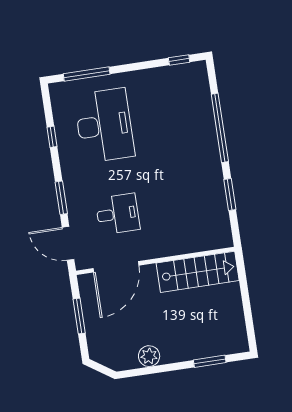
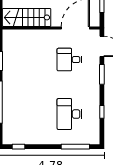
desk: (104, 125) -> (69, 114), width x0.73, depth x0.77

